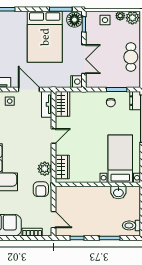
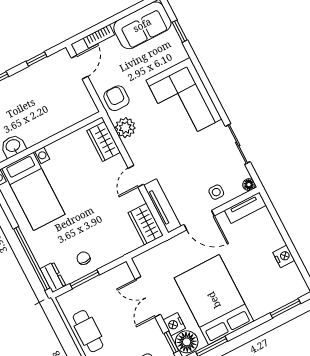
nightstand: (76, 82) -> (174, 324), moved
tv unit: (47, 104) -> (162, 206), width x1.41
door: (53, 220) -> (80, 67), swing flipped

